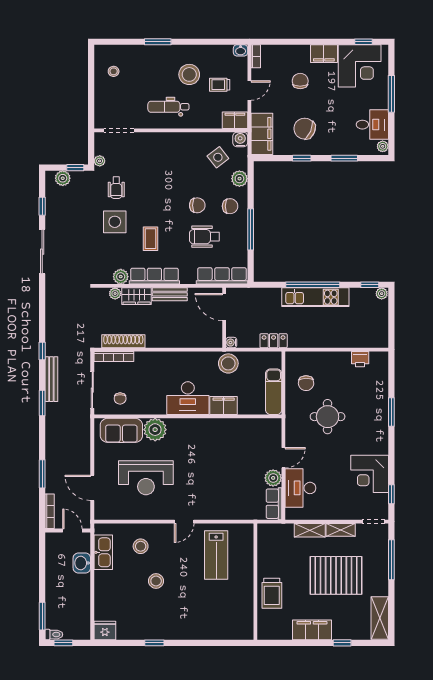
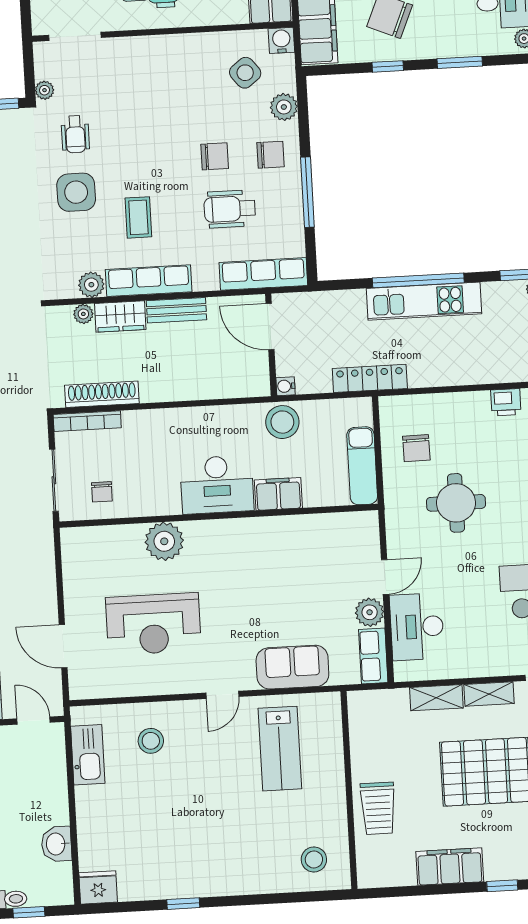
locker: (274, 341) -> (370, 378), width x1.53
sofa: (121, 430) -> (292, 667), moved, turned 180
washbasin: (82, 563) -> (56, 844), moved
stool: (156, 581) -> (314, 859), moved

